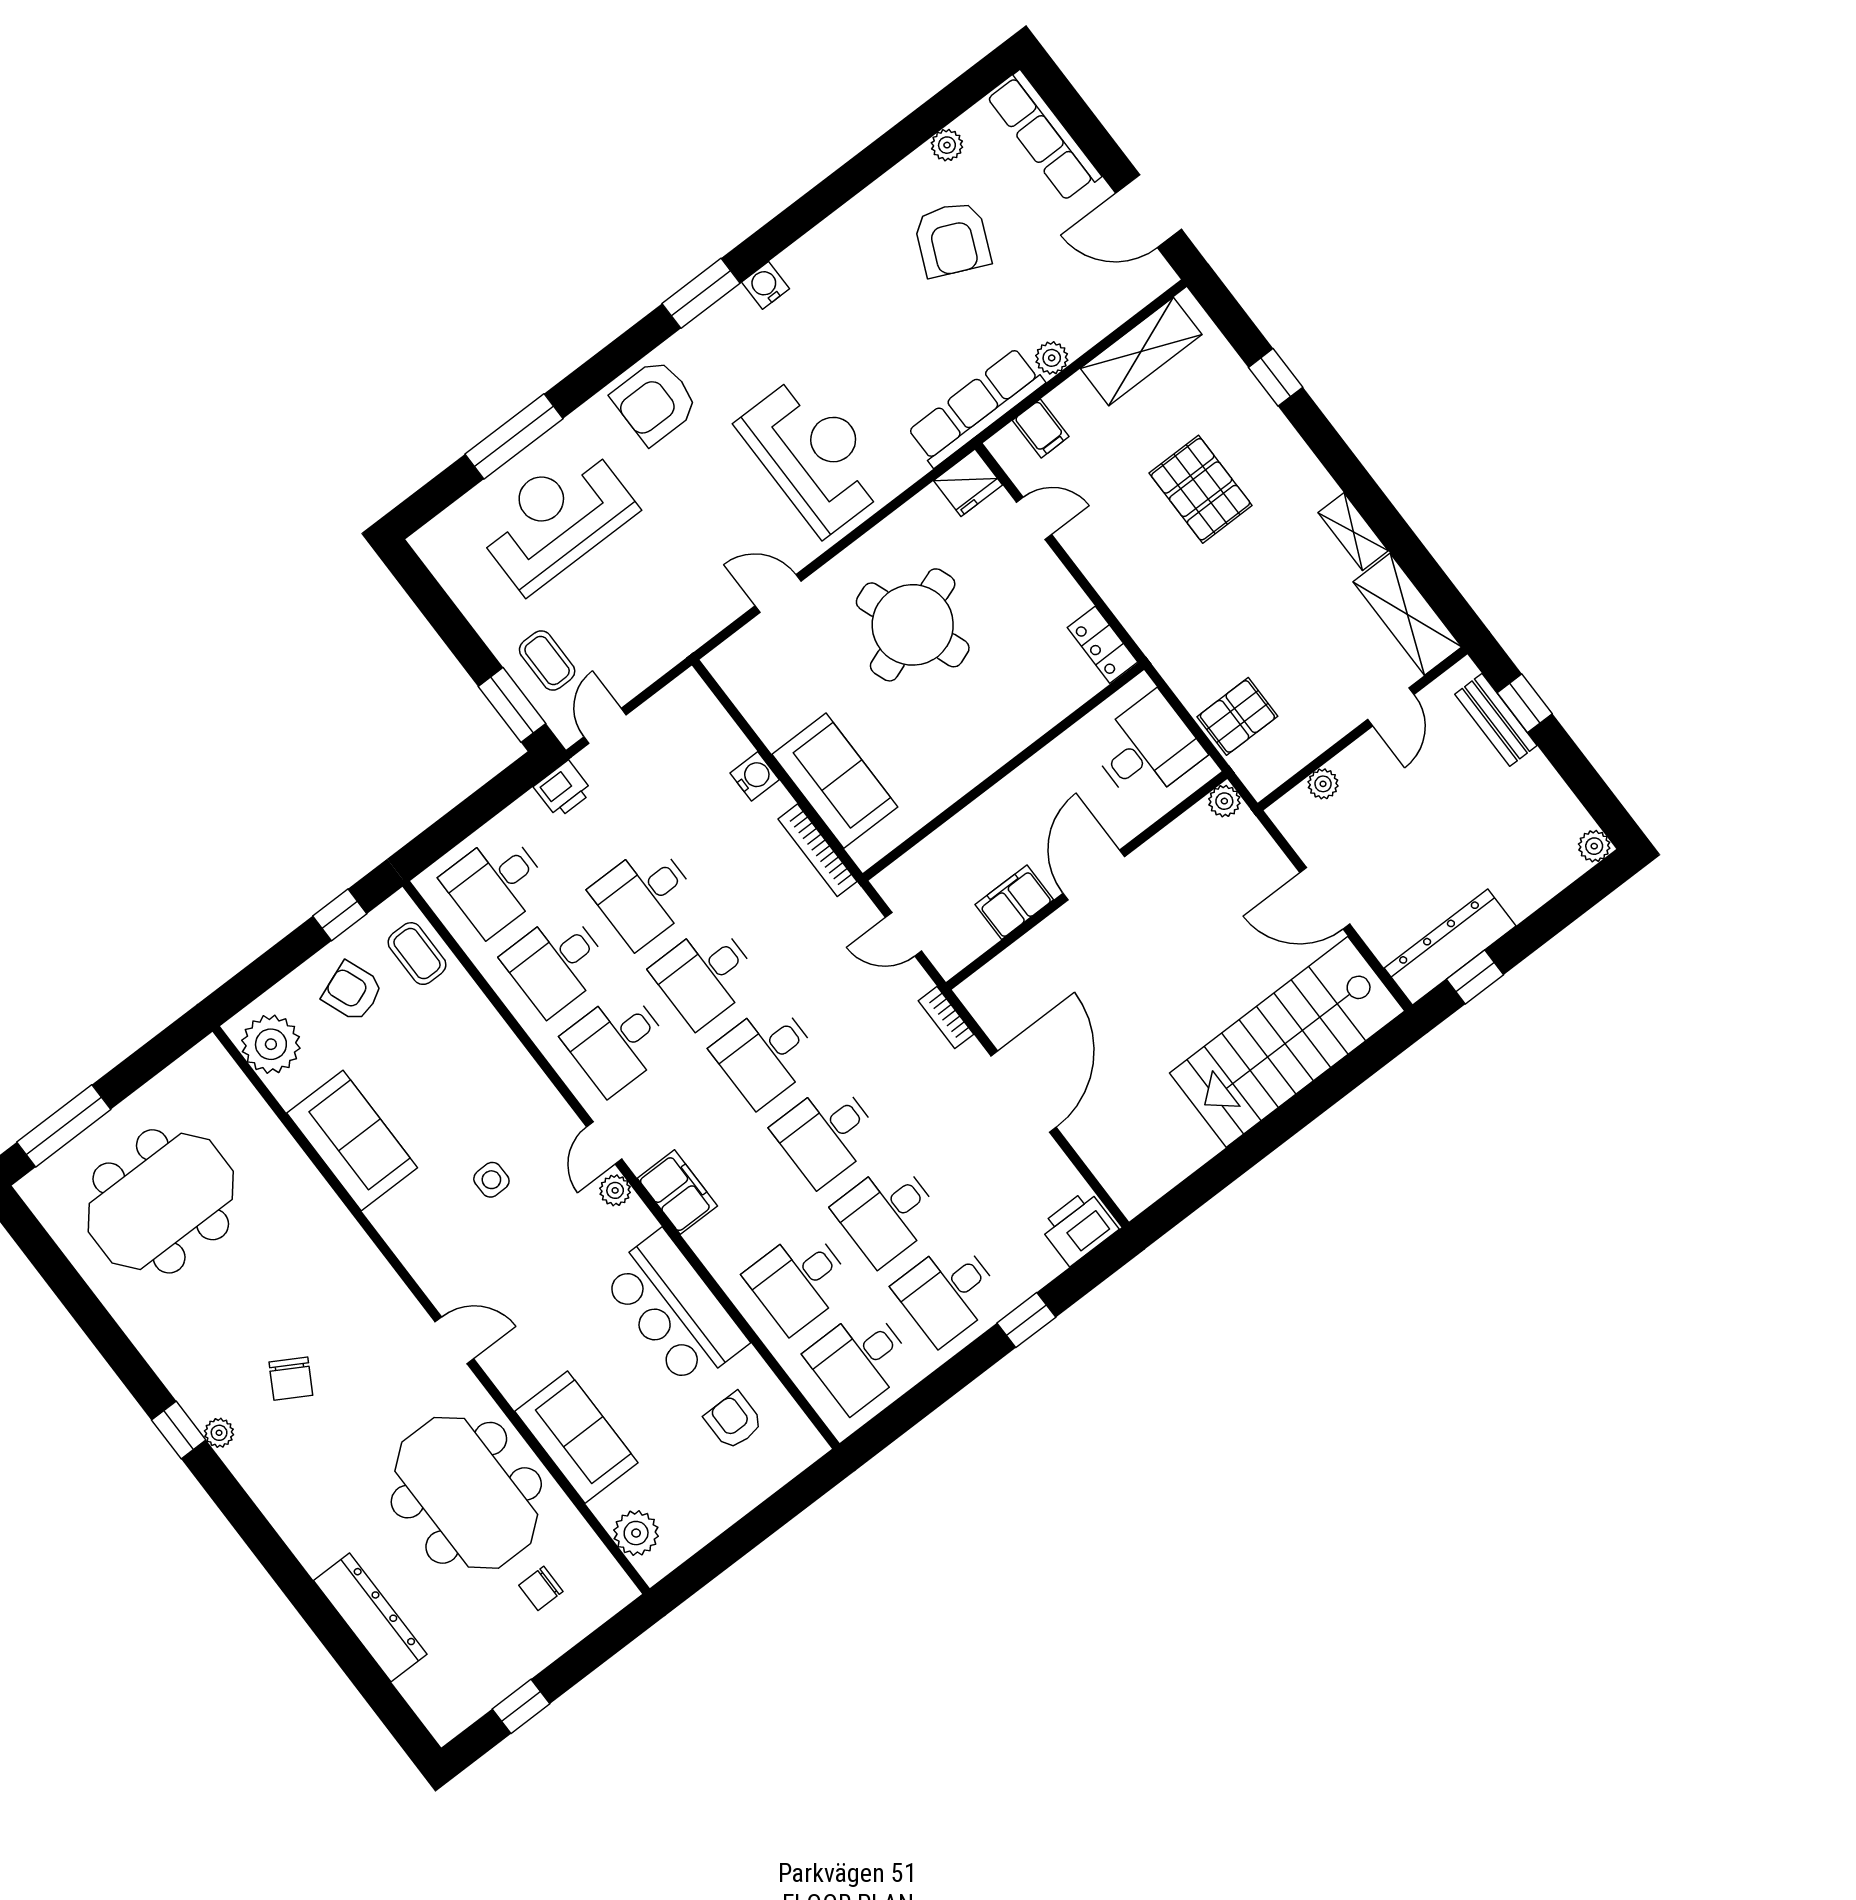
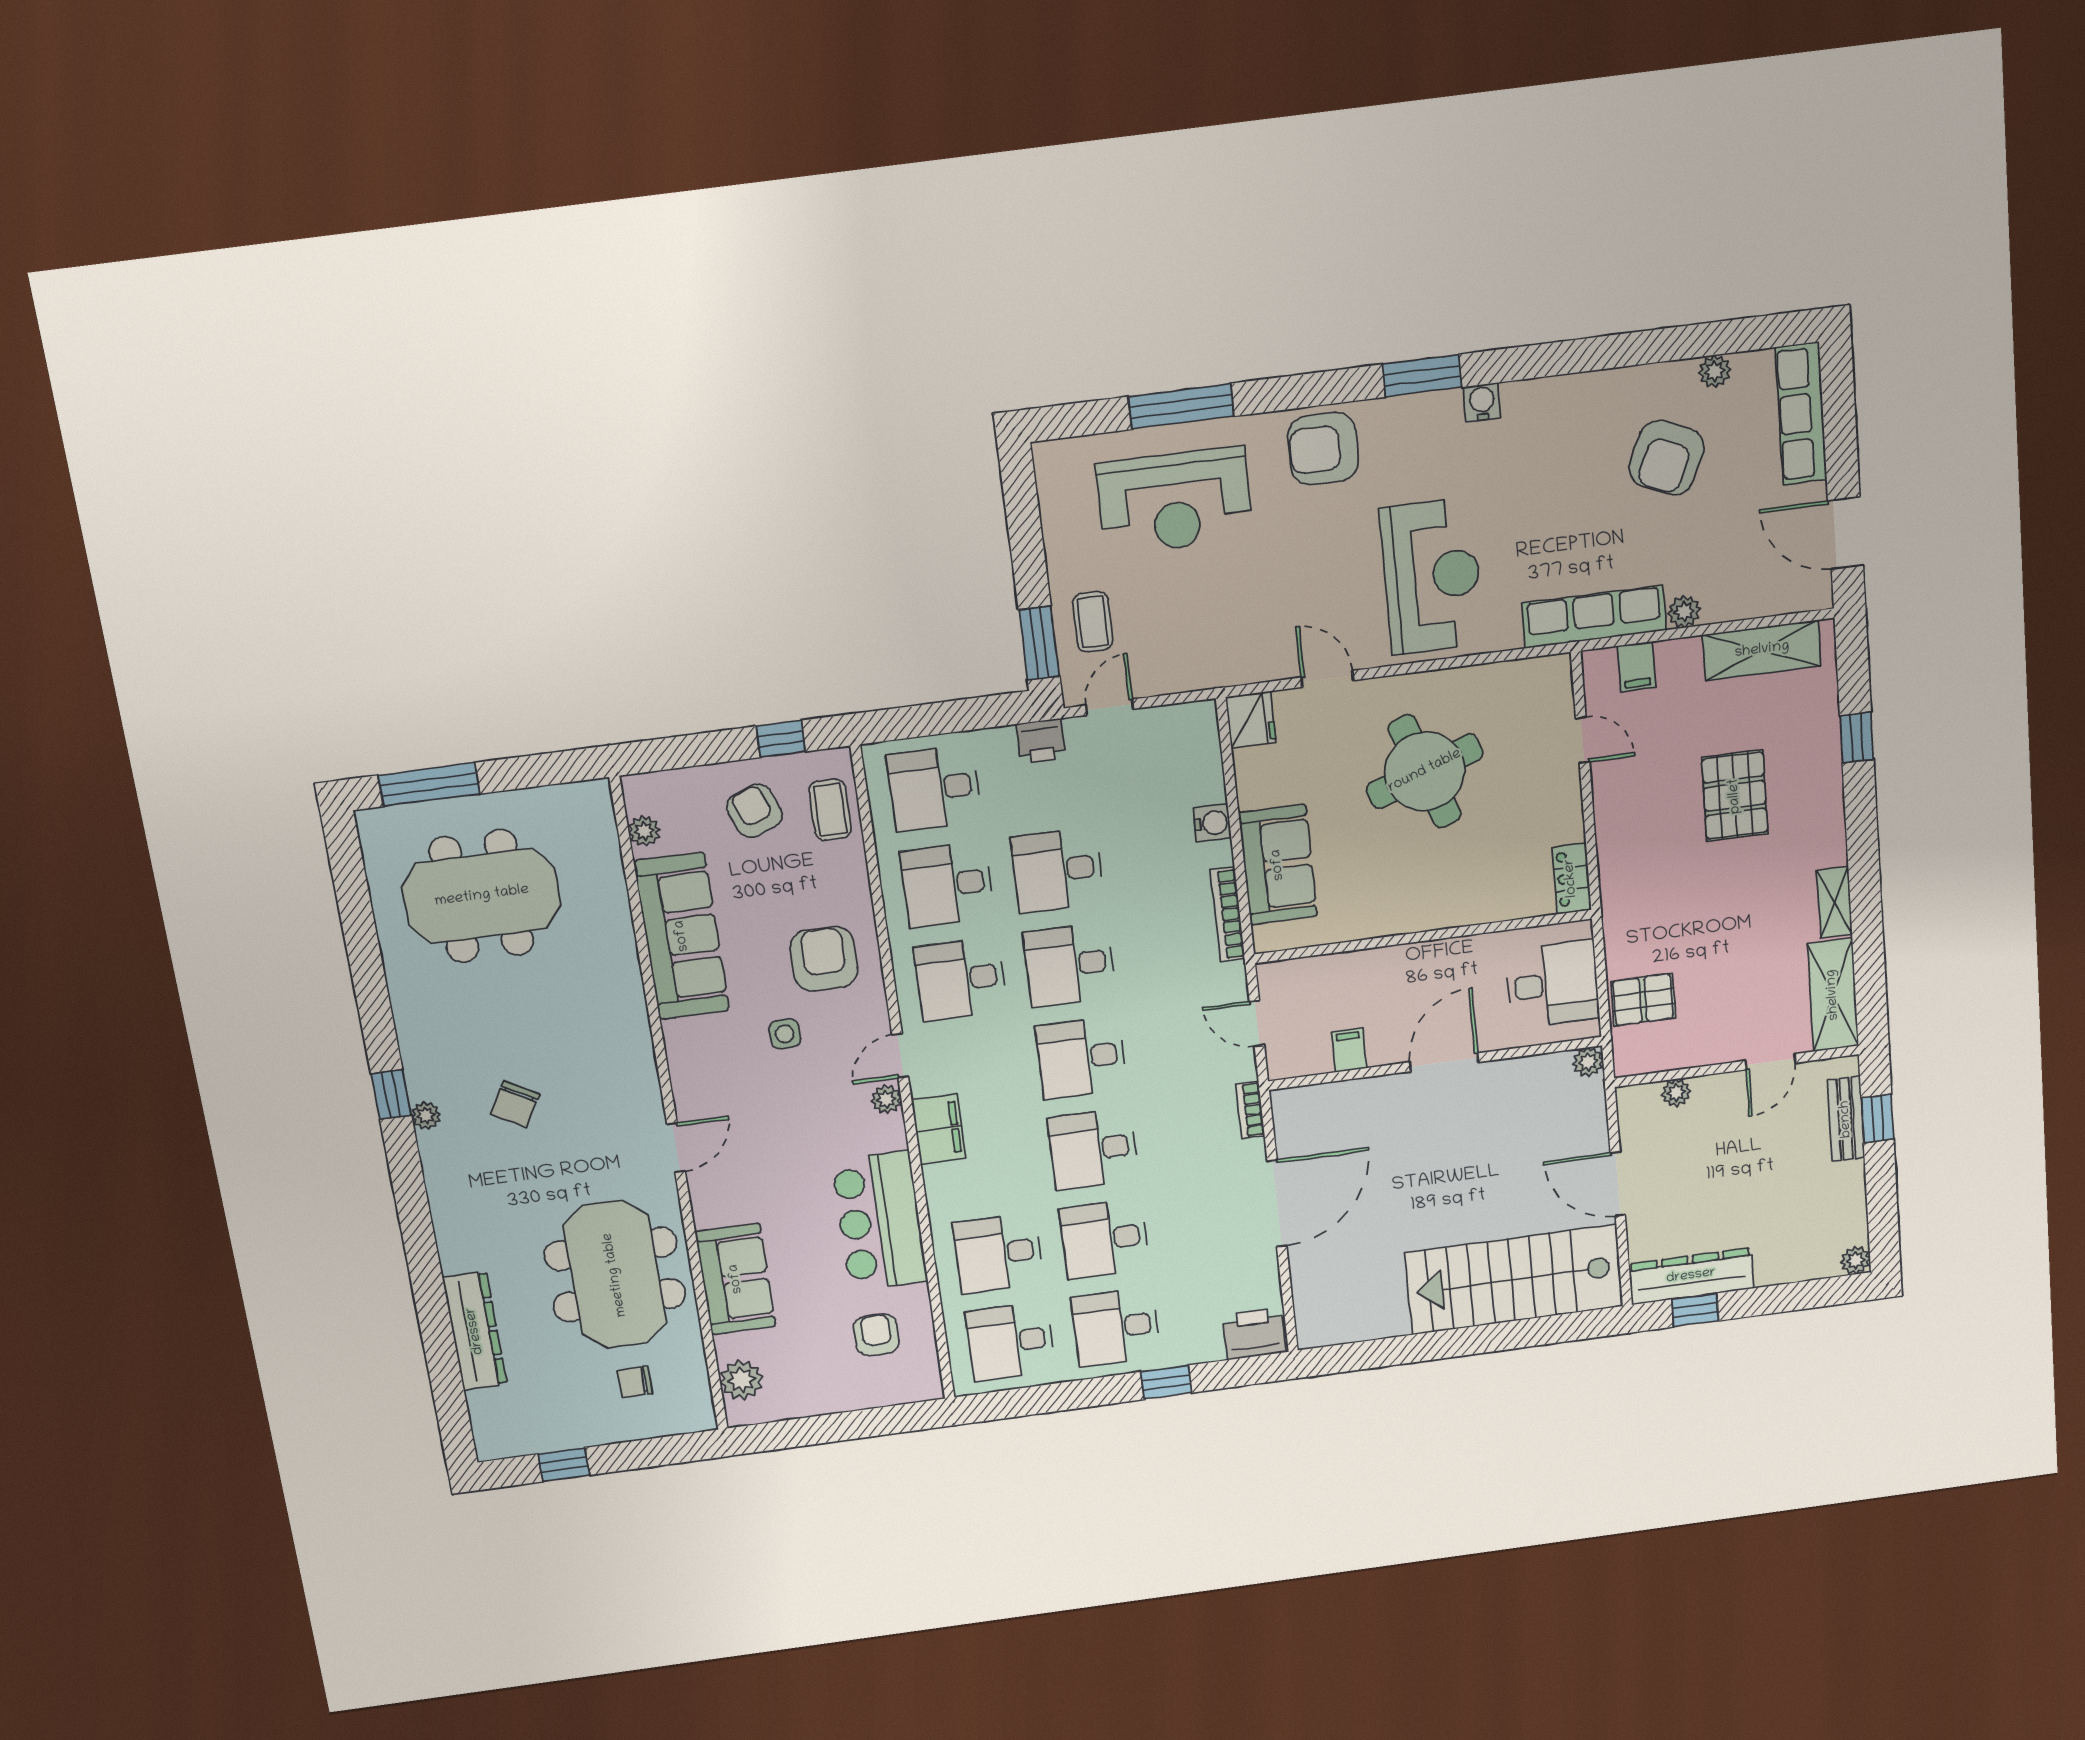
fridge: (968, 483) -> (1251, 720), moved, turned -90
reception desk: (556, 518) -> (1175, 501), turned 180
filing cabinet: (1014, 902) -> (1349, 1050), width x0.50
plant: (271, 1044) -> (644, 831), width x0.53, depth x0.53
armchair: (487, 1091) -> (824, 959), added
sofa: (352, 1140) -> (682, 936), width x1.36
door: (454, 1340) -> (676, 1148), hinge flipped

